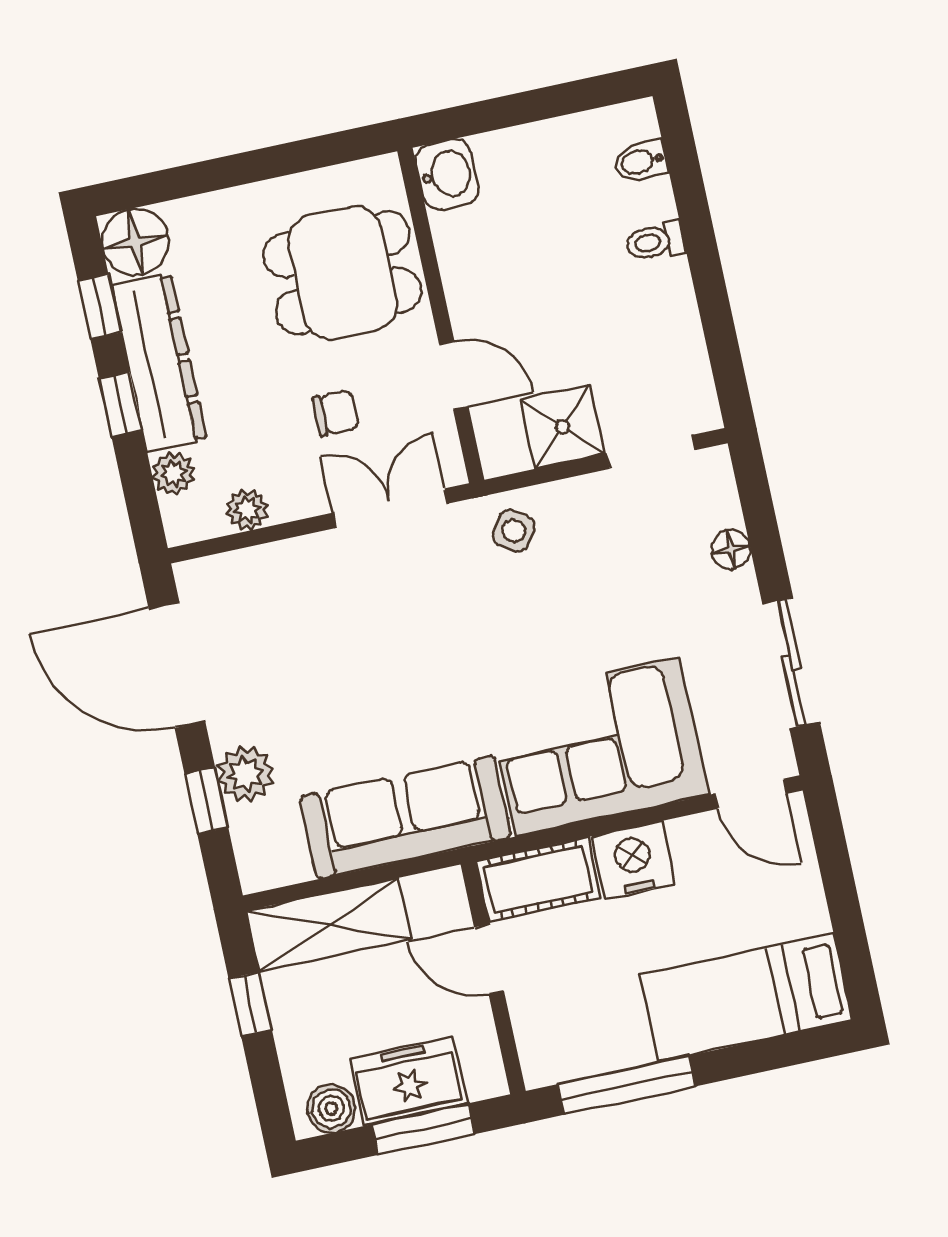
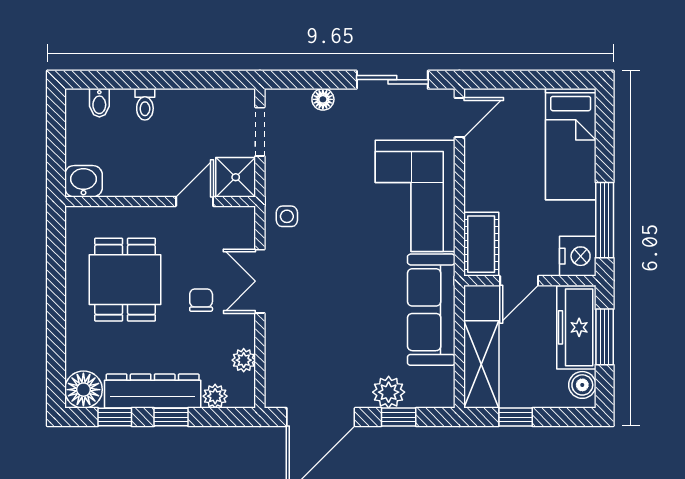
washbasin: (447, 174) -> (83, 181), moved
wall: (441, 315) -> (160, 201), moved
door: (454, 375) -> (195, 201), moved
side table: (514, 531) -> (287, 216), turned -34
nightstand: (633, 860) -> (578, 256), moved, turned 180
freezer: (409, 1081) -> (576, 327), width x1.40

